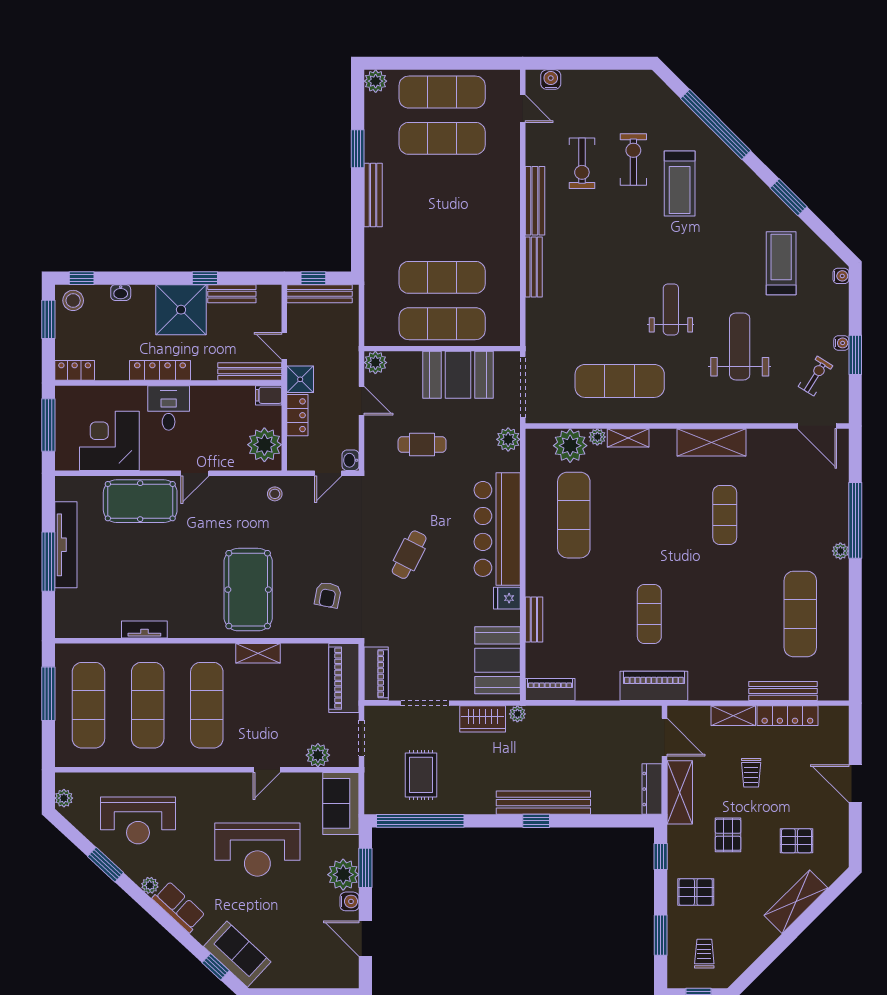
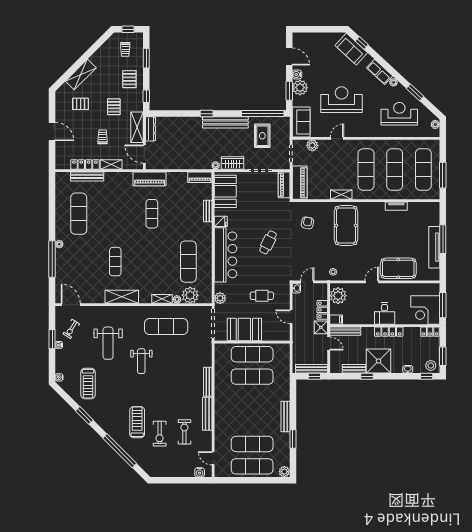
plant: (375, 363) -> (284, 335), removed
corner desk: (109, 441) -> (425, 310), moved, turned 90
bench: (543, 803) -> (225, 122), moved
pallet: (696, 892) -> (129, 79), turned 90

